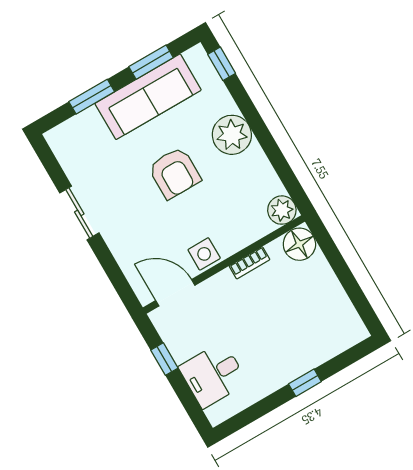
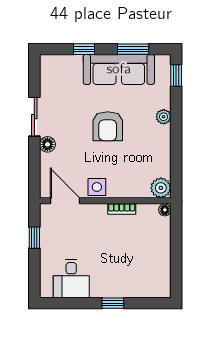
window: (92, 97) -> (84, 49), width x0.67
plant: (232, 135) -> (164, 117), width x0.53, depth x0.53
floor lamp: (115, 237) -> (47, 144), added
floor lamp: (299, 244) -> (165, 210), width x0.53, depth x0.53
desk: (213, 375) -> (71, 279), moved, turned -90

